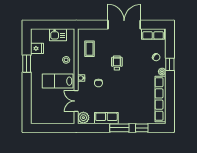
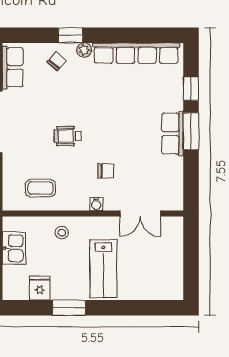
lab bench: (58, 81) -> (103, 269), moved
plant: (83, 118) -> (172, 200), removed
row of seats: (106, 118) -> (173, 134), moved

